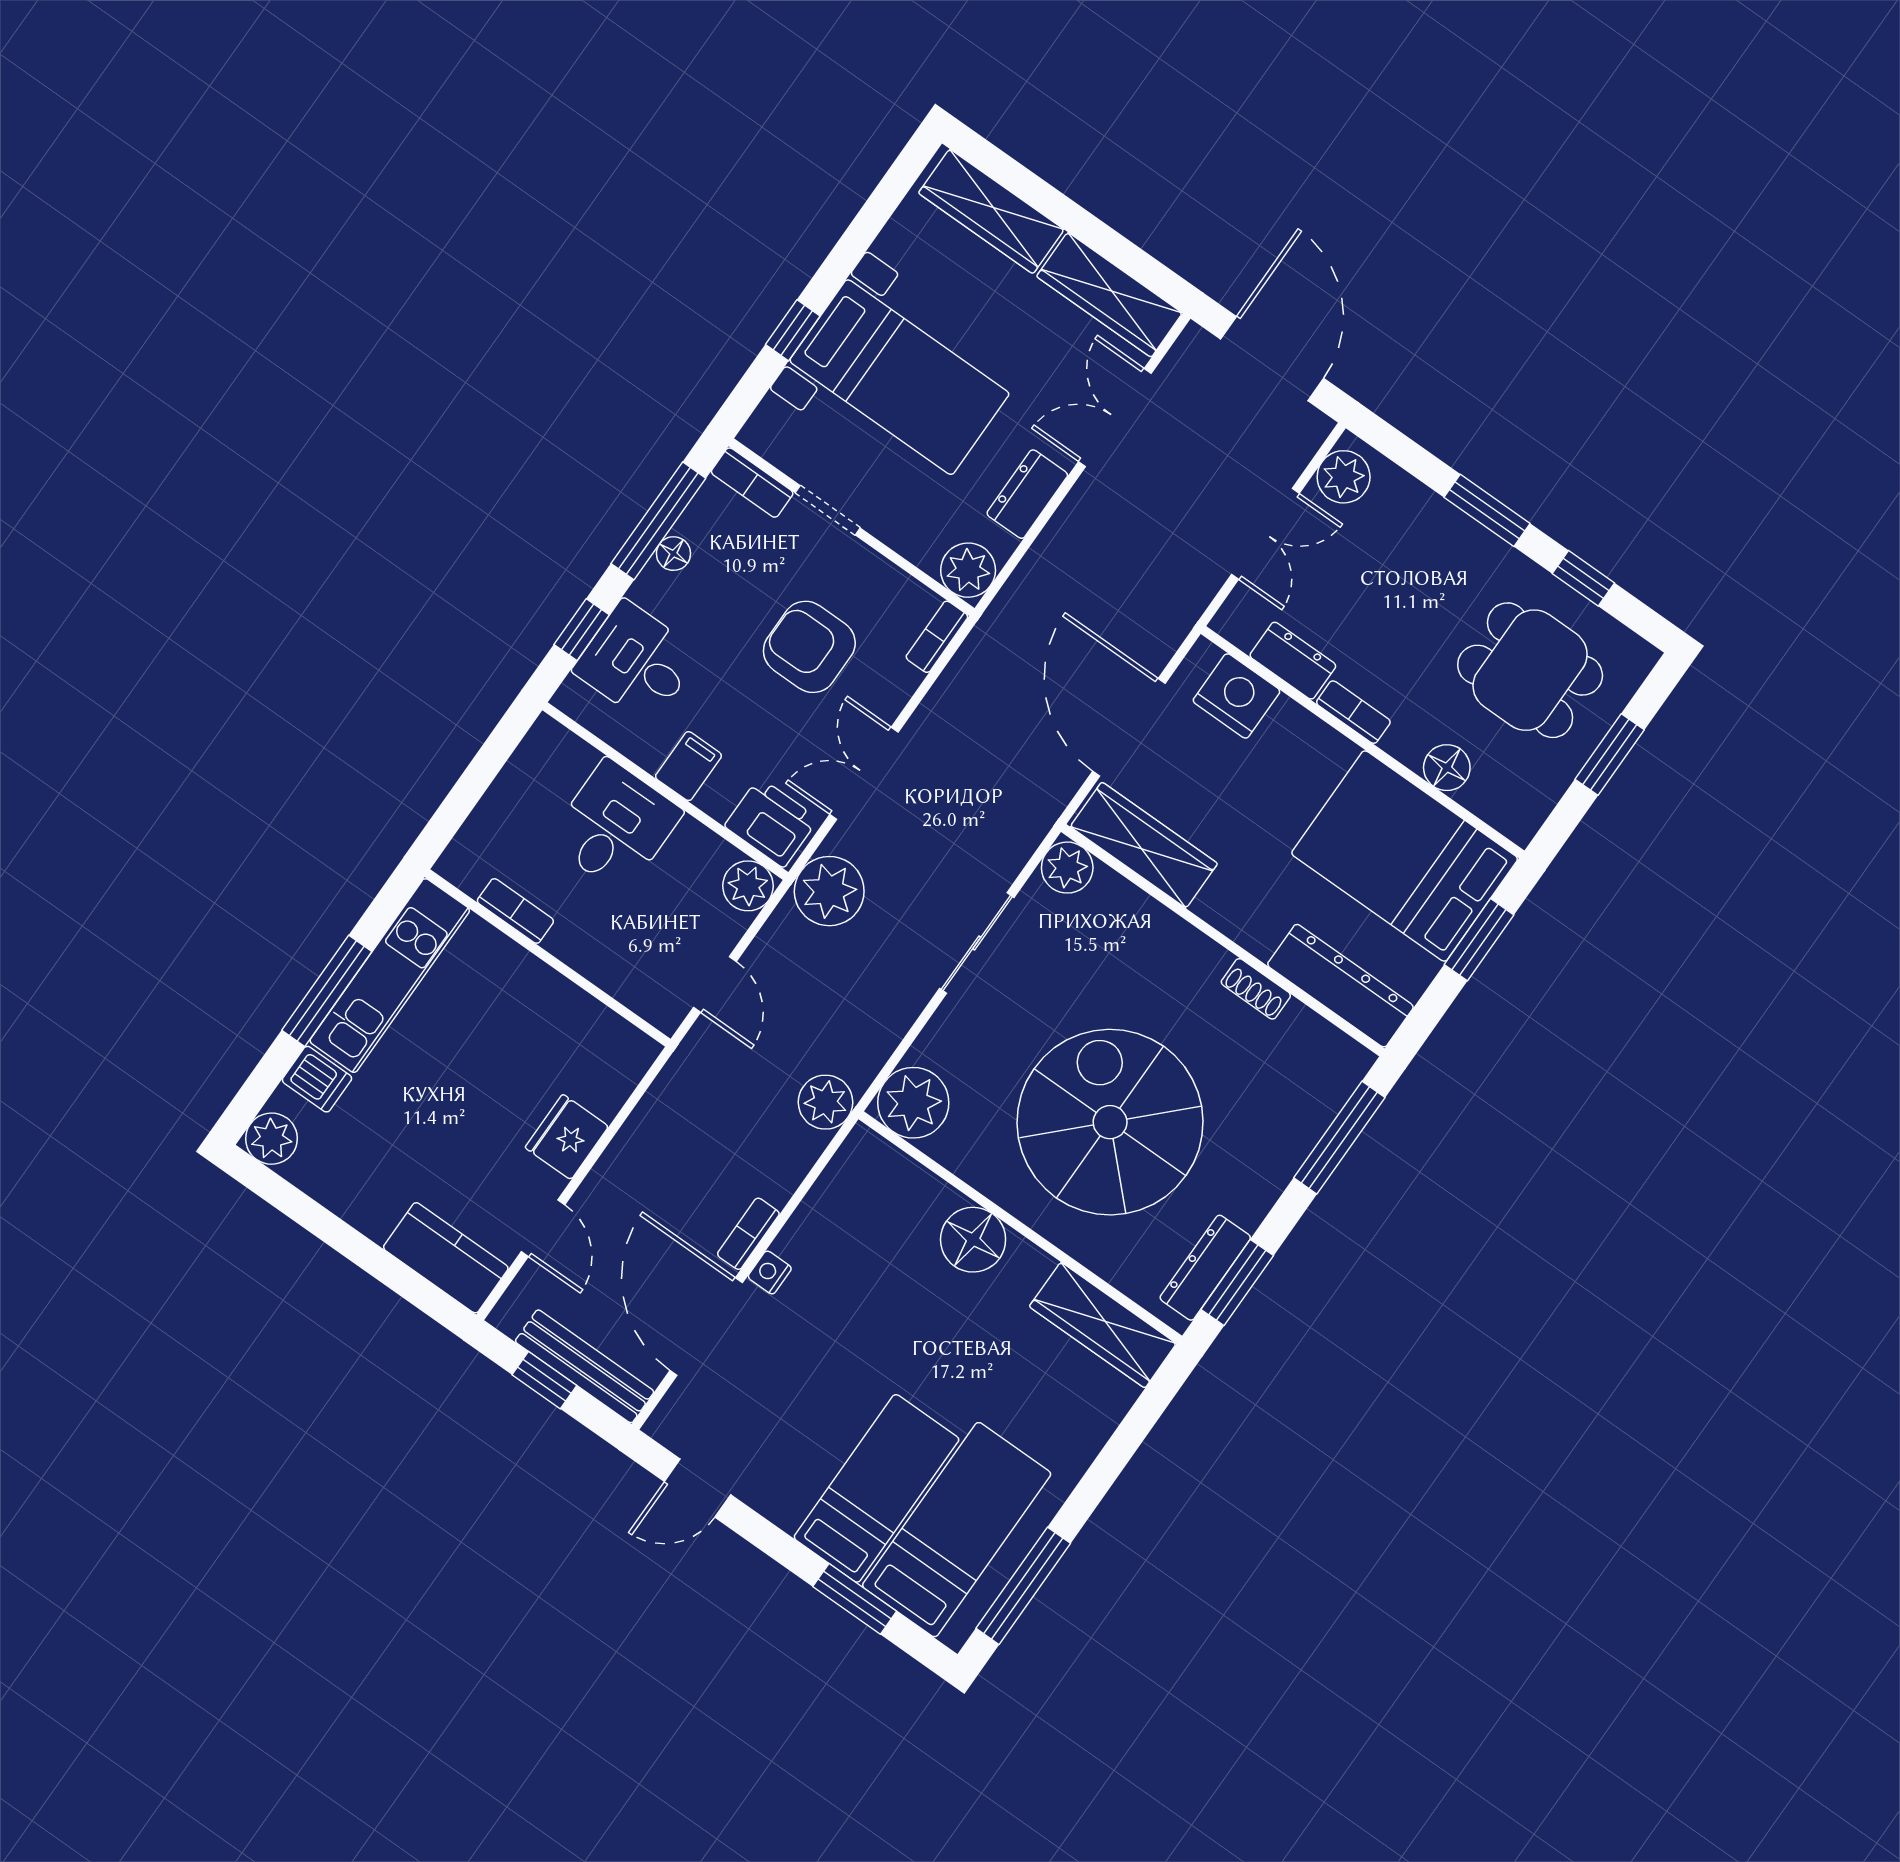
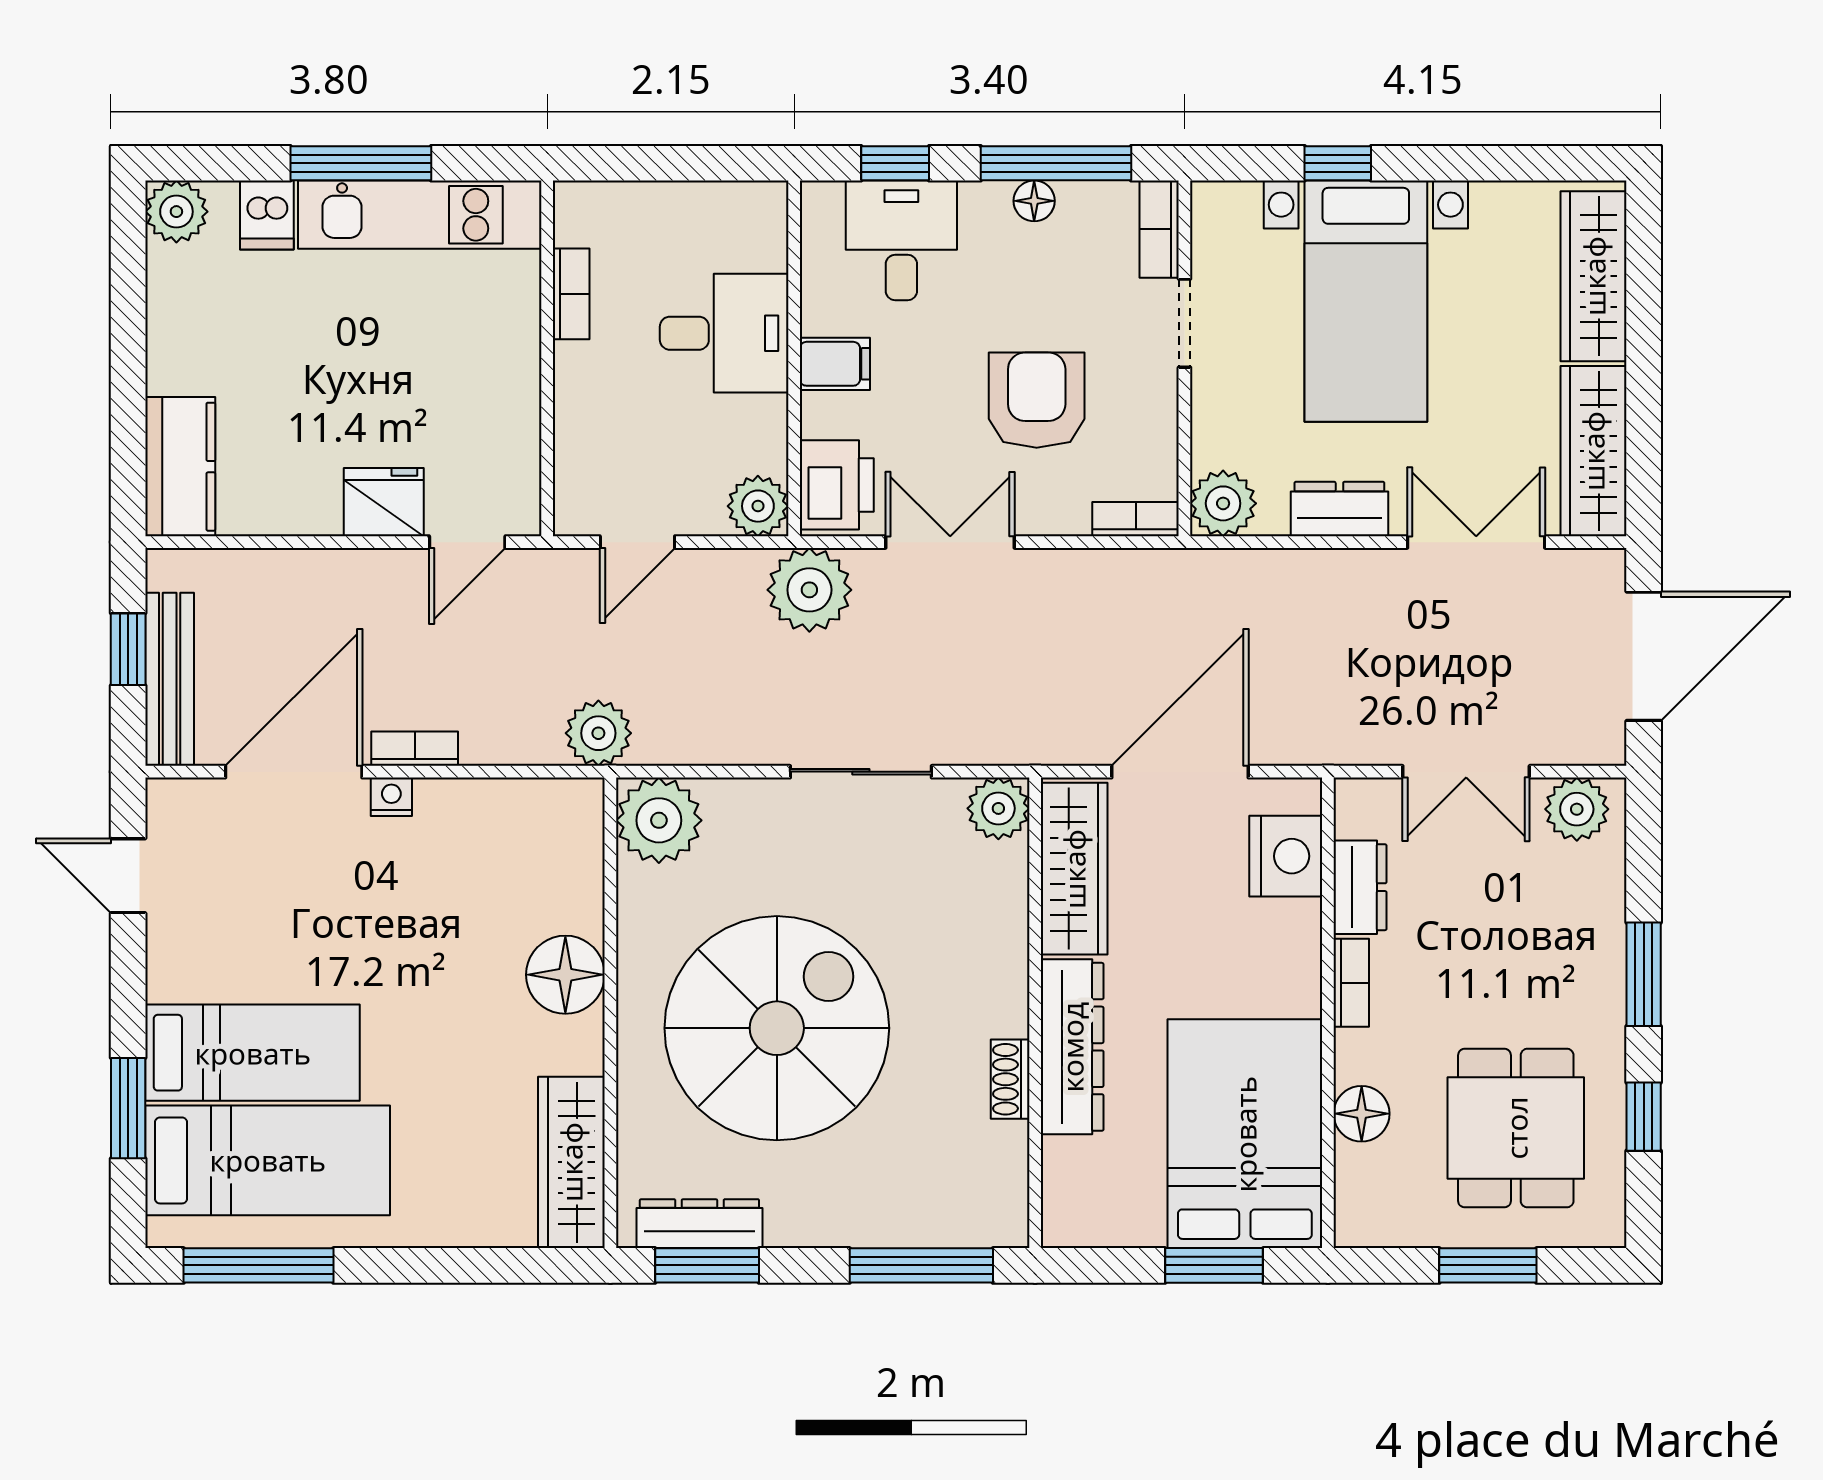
dresser: (1340, 986) -> (1072, 1047), moved
door: (543, 1228) -> (467, 542), moved

